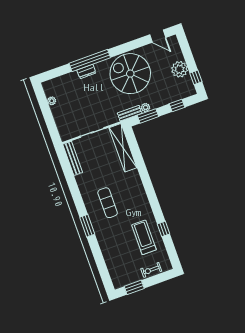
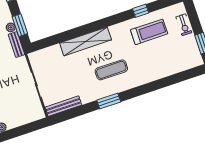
shelving: (123, 148) -> (86, 41), moved
window: (87, 226) -> (109, 101), moved
treadmill: (144, 237) -> (149, 32), turned 180

